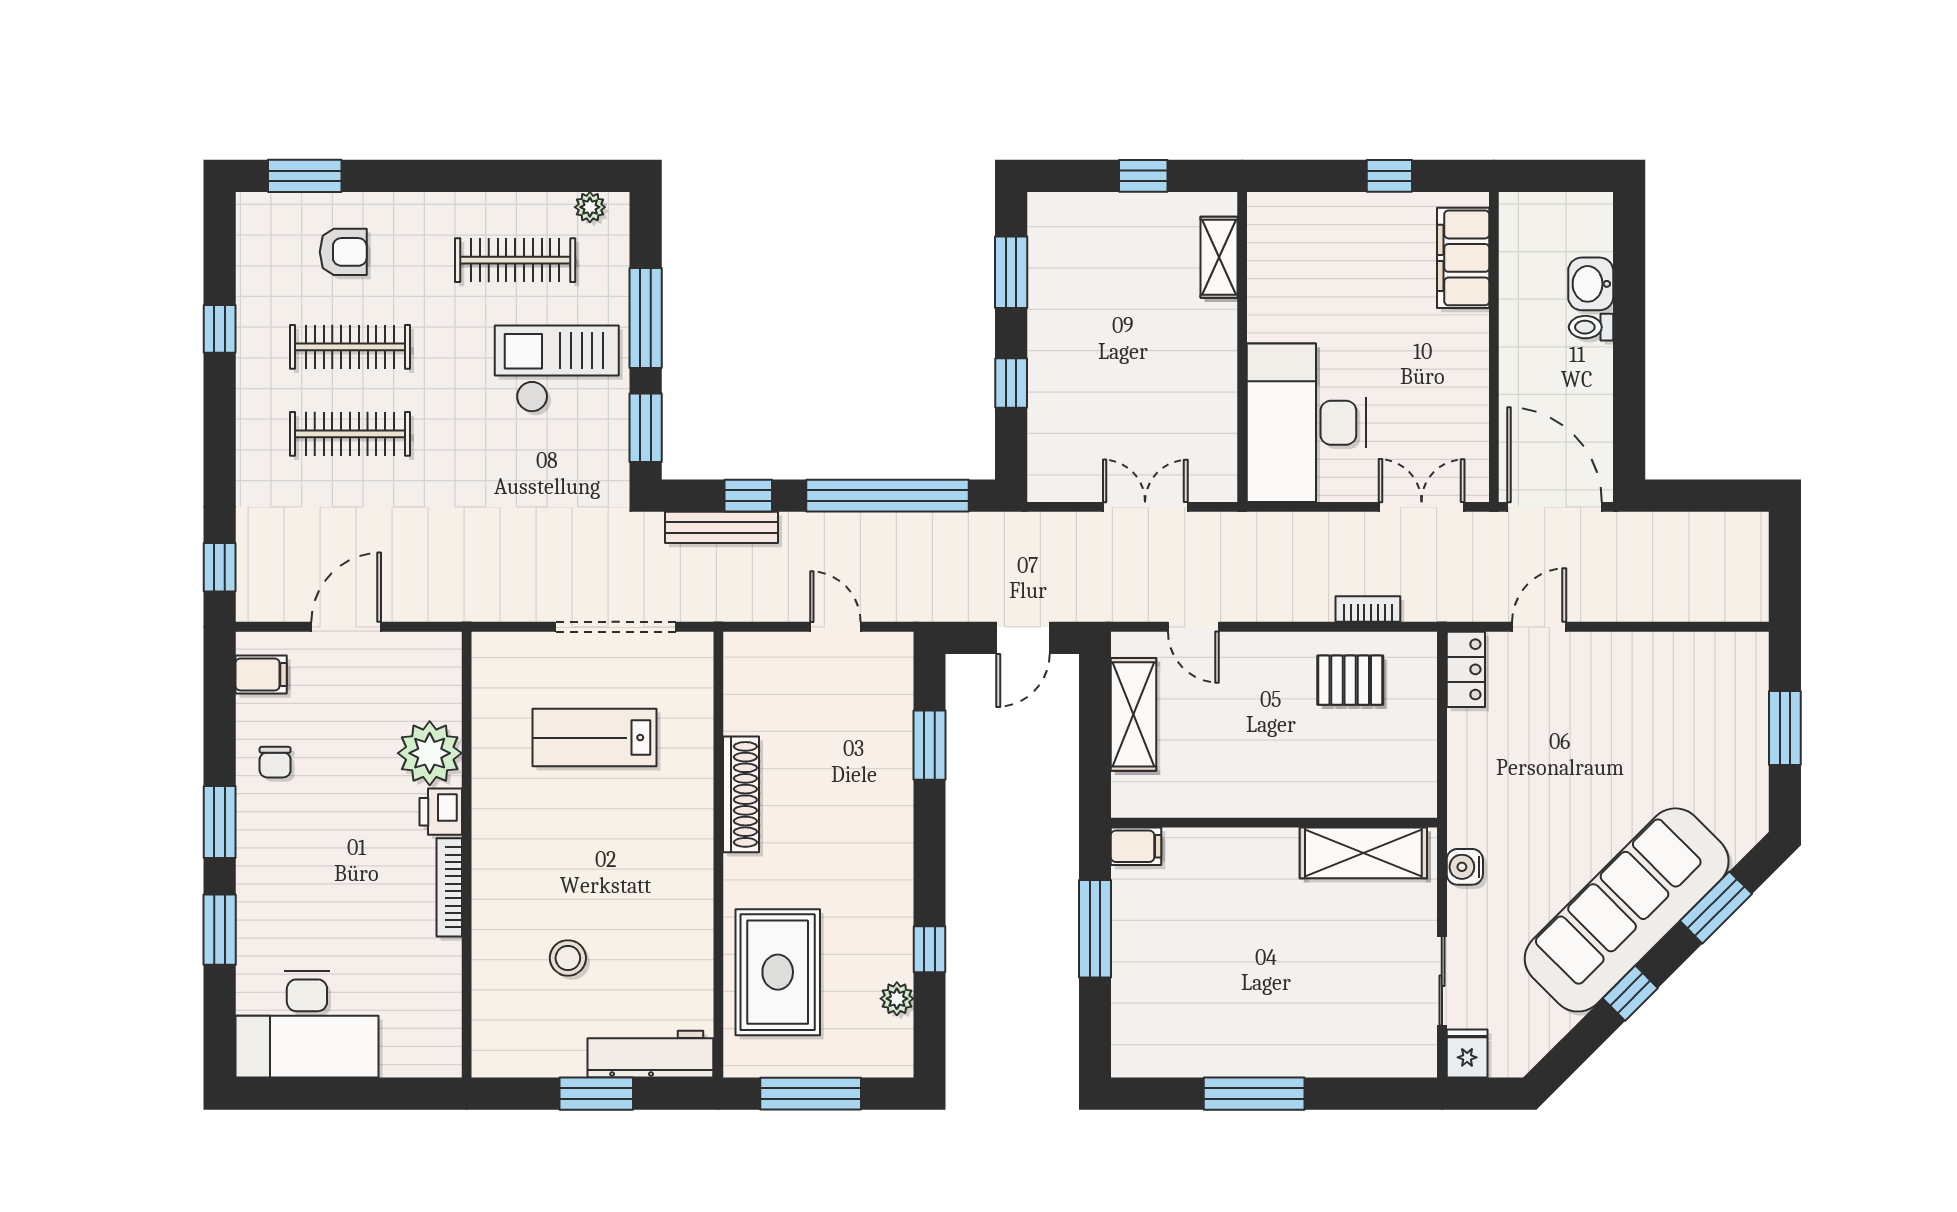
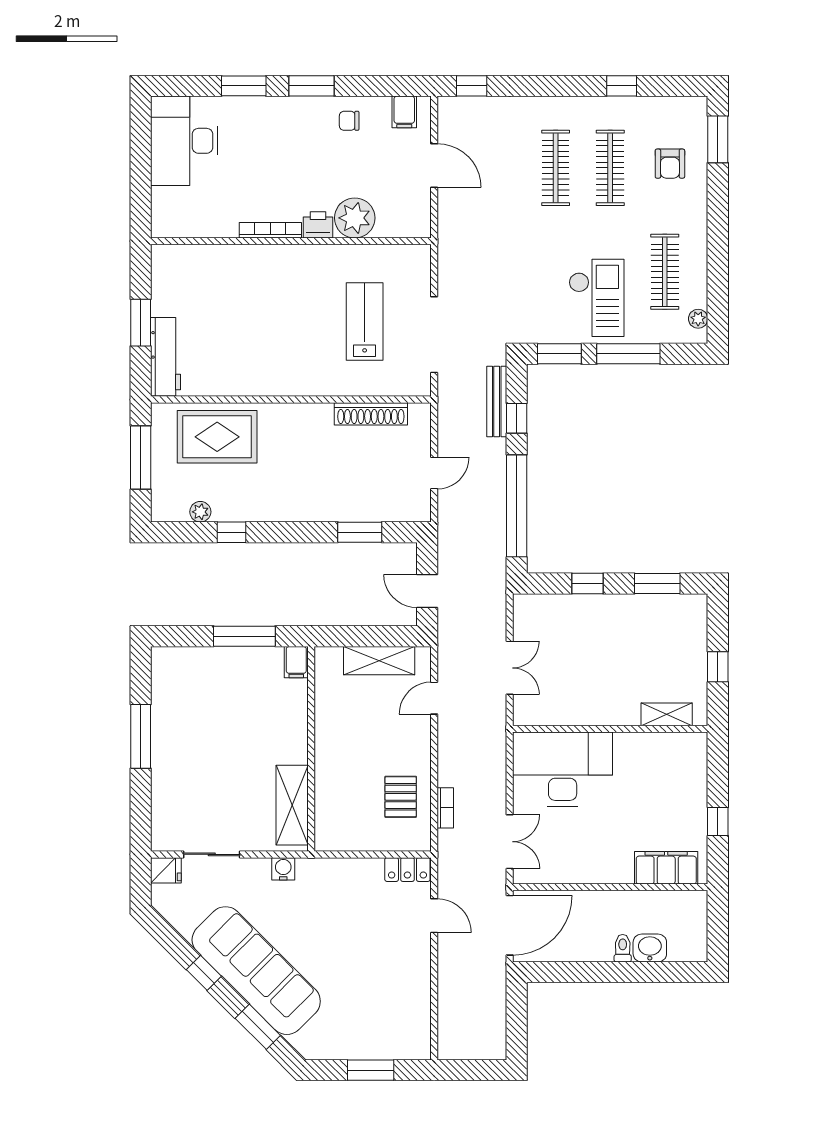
shoe rack: (741, 794) -> (371, 414), moved
stool: (568, 958) -> (226, 305), removed

